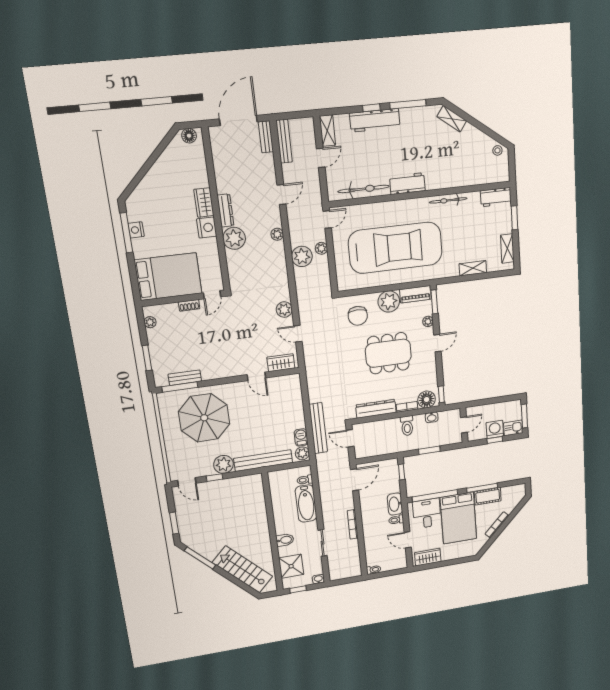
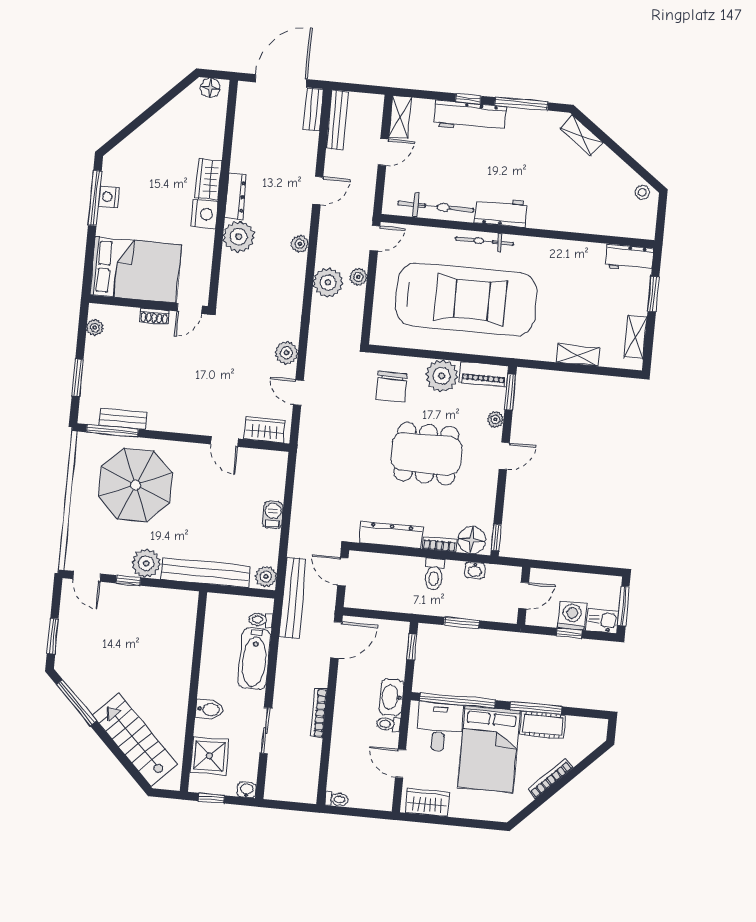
bicycle: (448, 200) -> (484, 241), moved
bench: (318, 428) -> (293, 598), moved
barbecue: (301, 437) -> (273, 515), moved

